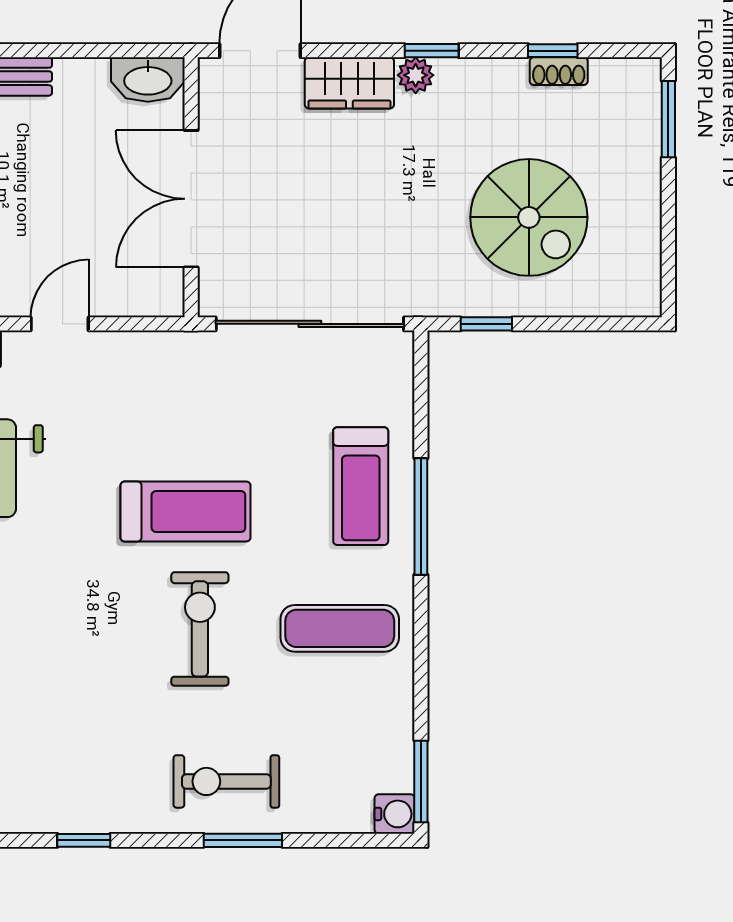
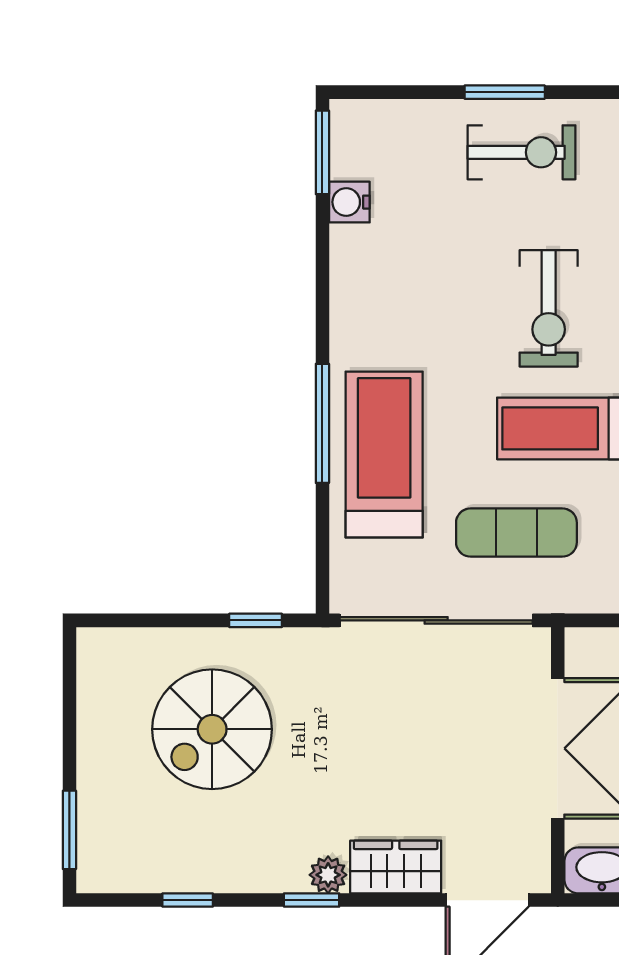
shoe rack: (559, 71) -> (181, 879), removed
spiral stairs: (529, 217) -> (212, 729), turned -90
treadmill: (361, 486) -> (384, 454), width x1.37, depth x1.38
exercise mat: (340, 628) -> (516, 533), moved
water cooler: (395, 814) -> (349, 202), moved

